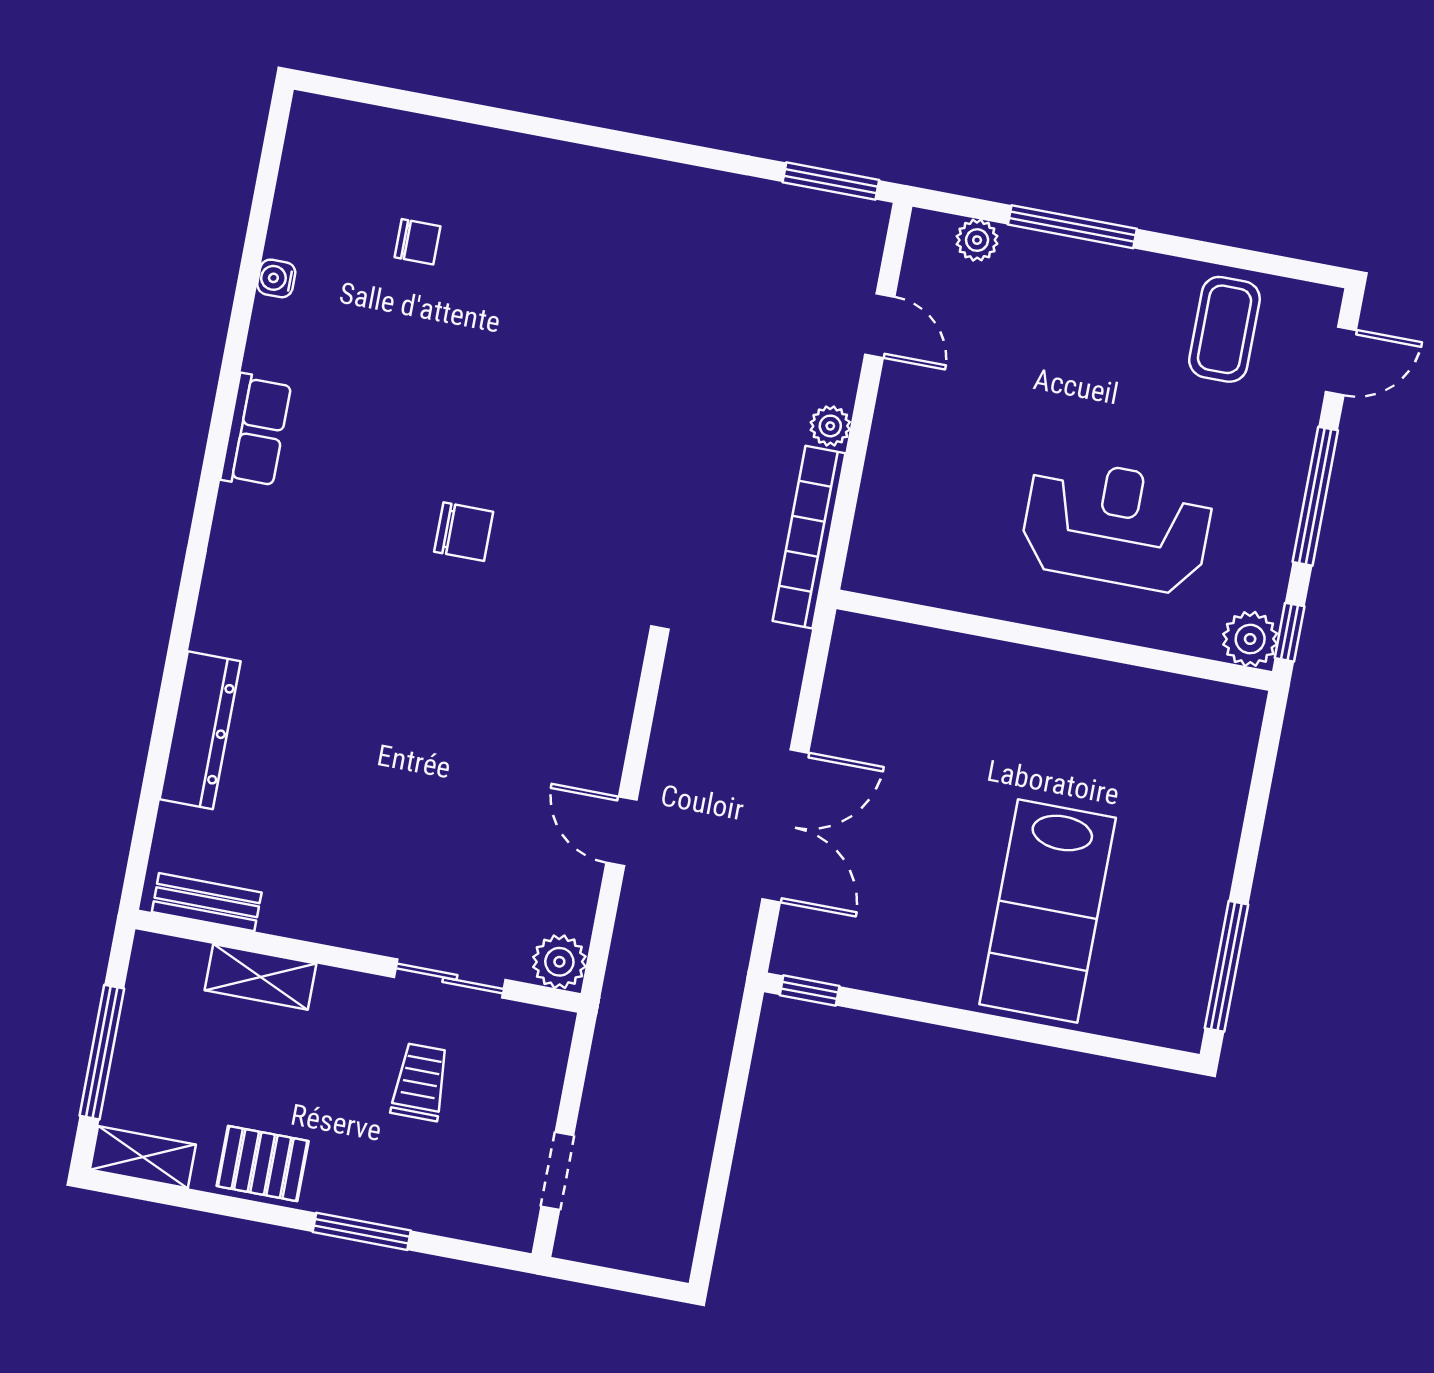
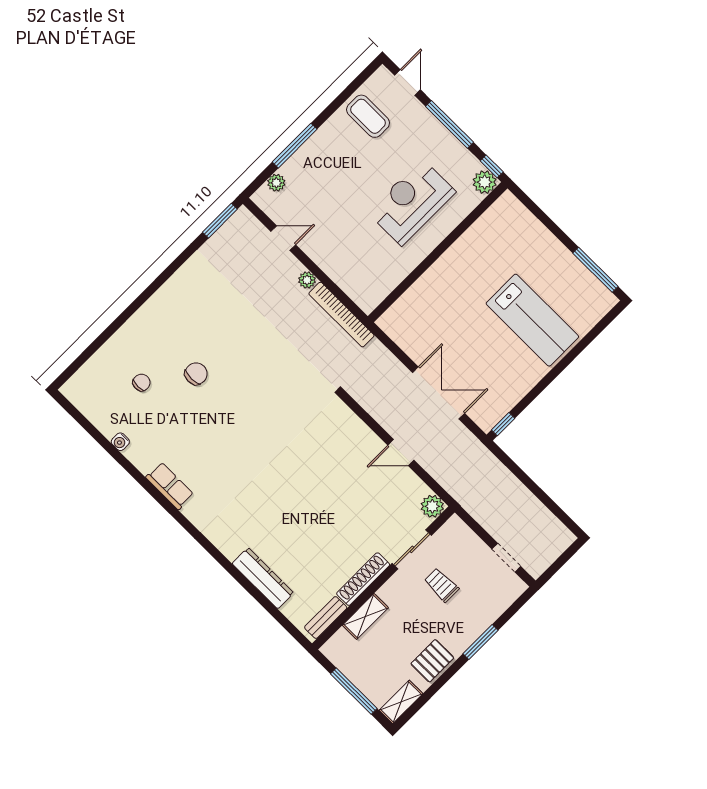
chair: (464, 532) -> (196, 374), moved
shoe rack: (329, 924) -> (363, 579), added

